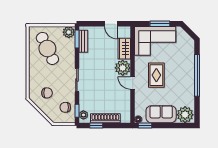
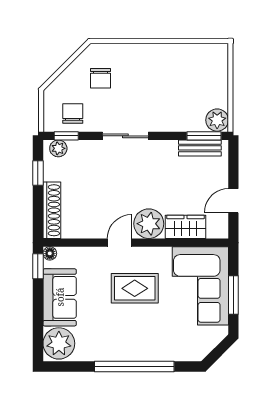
cafe table: (47, 48) -> (186, 79), removed
shoe rack: (105, 118) -> (52, 210), moved

